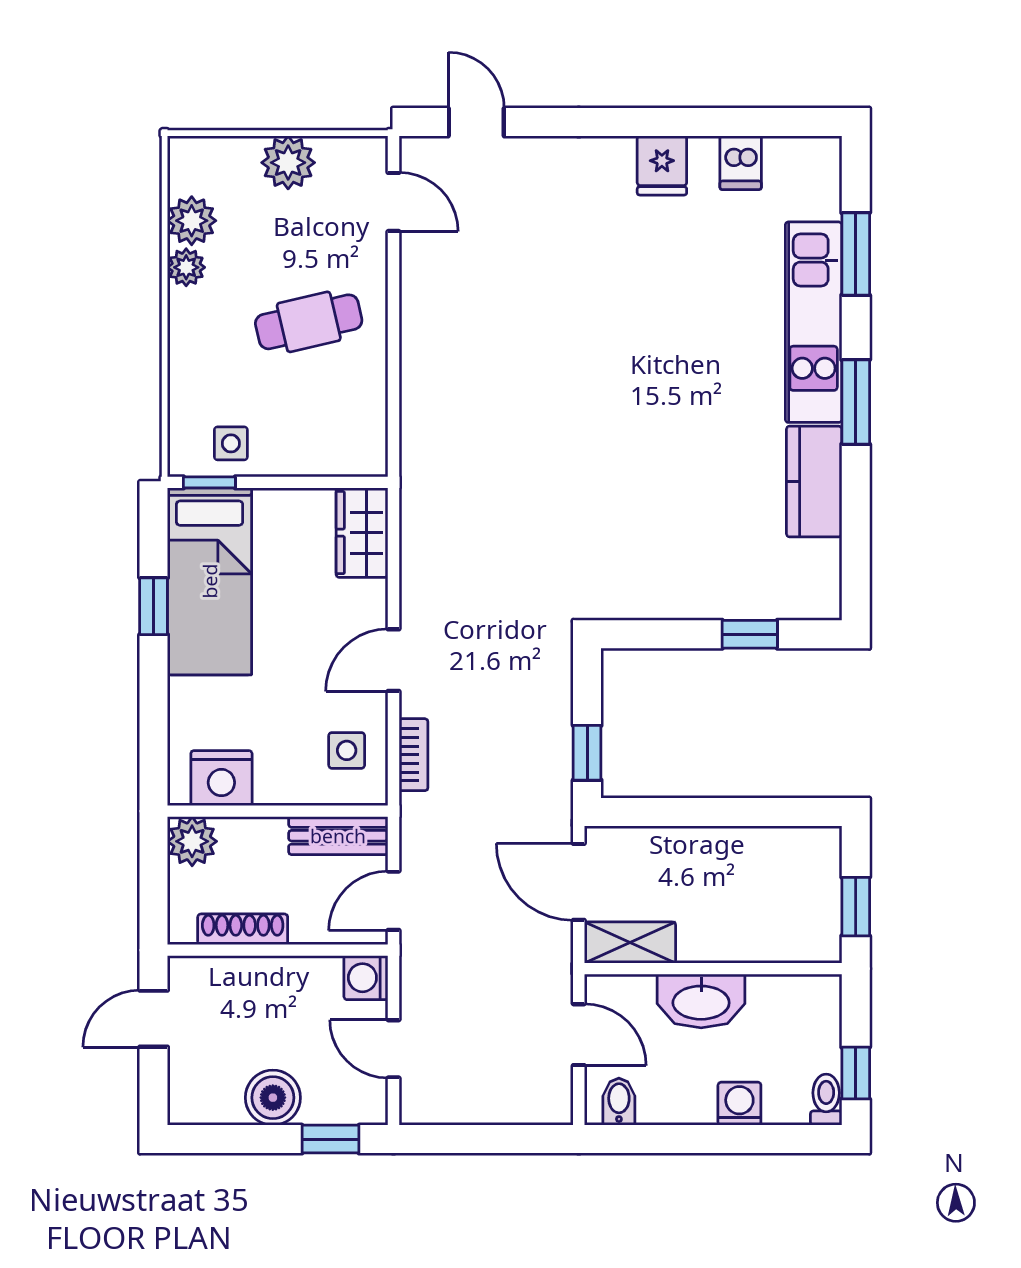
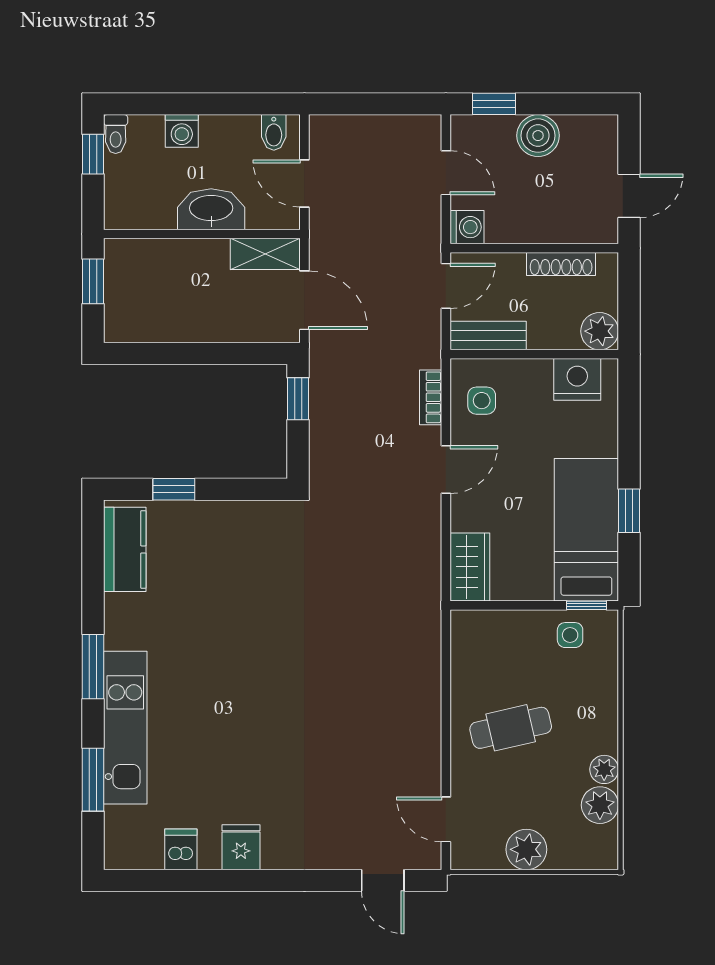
kitchen counter: (814, 482) -> (125, 549), moved

